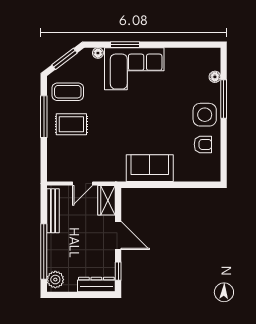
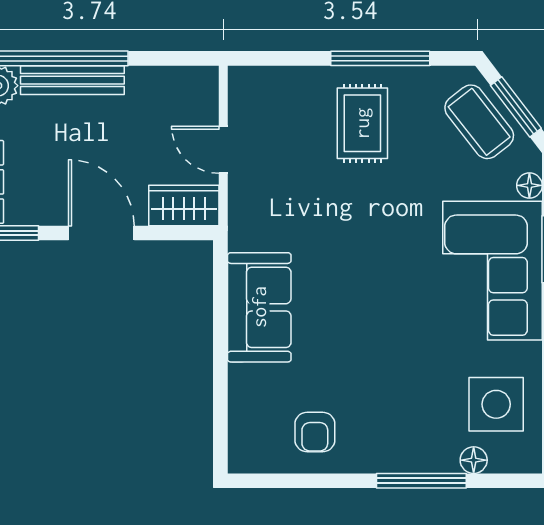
coffee table: (68, 92) -> (479, 122), moved, turned -38
side table: (205, 115) -> (496, 404), moved
bench: (53, 211) -> (72, 80), moved
door: (118, 235) -> (101, 233), swing flipped

